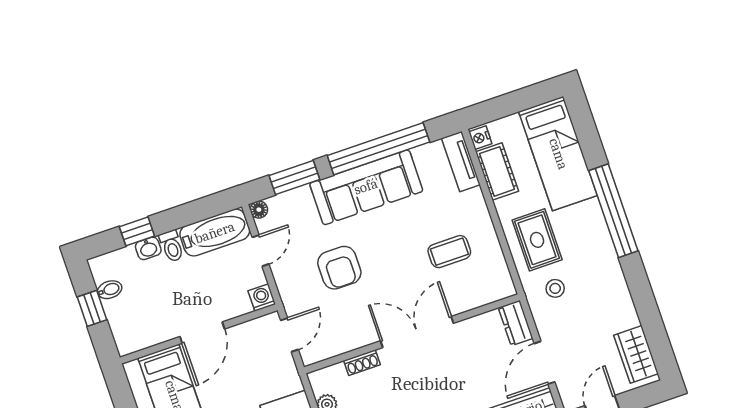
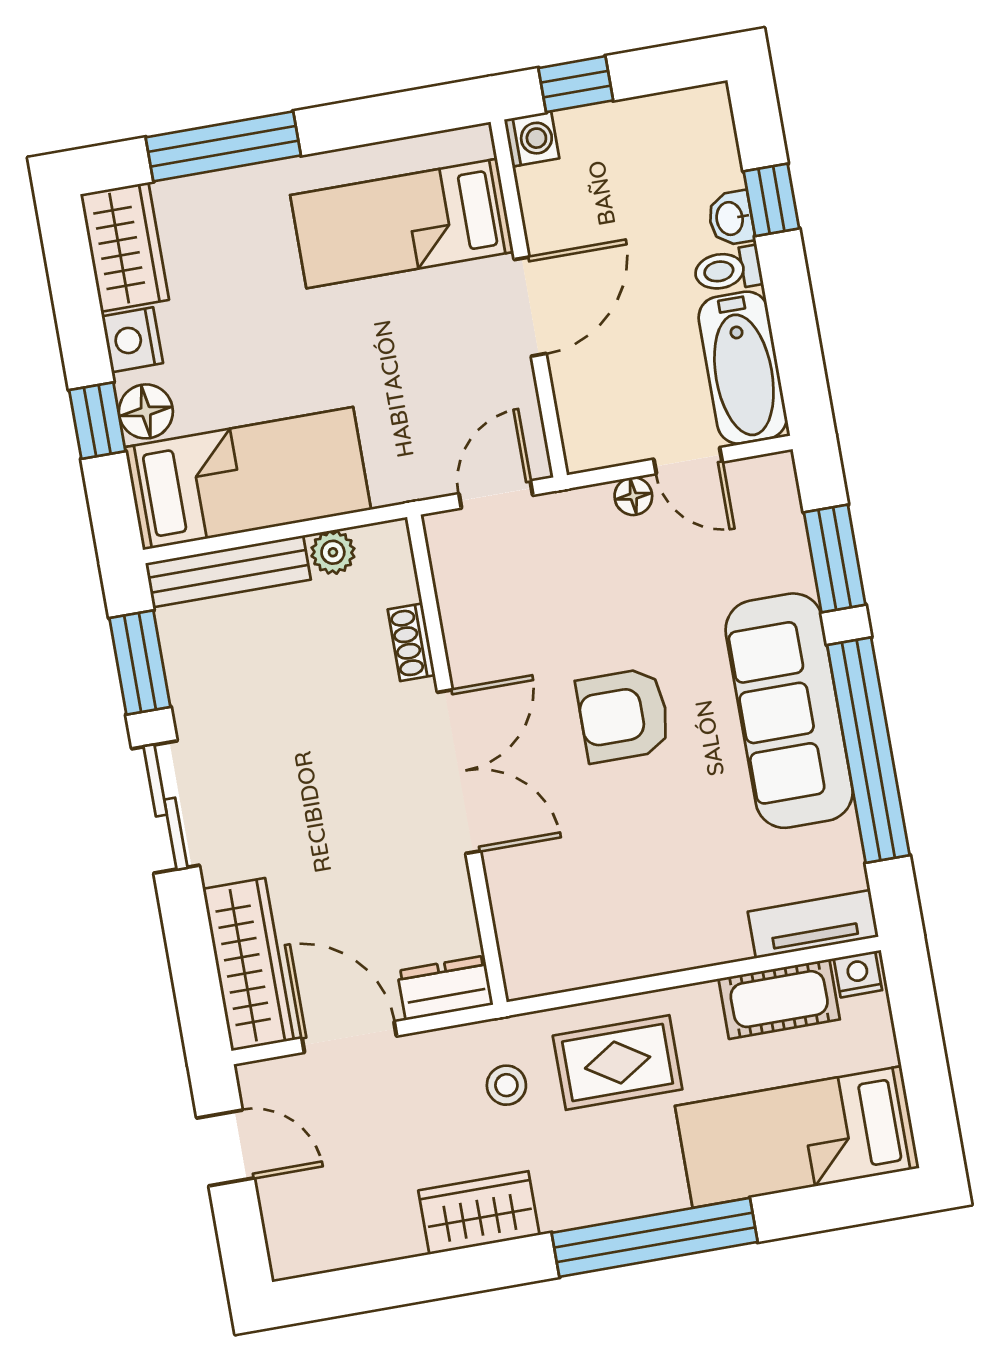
floor lamp: (259, 210) -> (633, 496), moved
coffee table: (449, 252) -> (622, 869), removed
armchair: (339, 268) -> (624, 715), moved
bidet: (110, 290) -> (655, 121), removed
washing machine: (262, 297) -> (532, 139), moved
window: (92, 308) -> (576, 84), moved
door: (202, 333) -> (530, 307), swing flipped
door: (289, 335) -> (496, 495), swing flipped
wardrobe: (636, 354) -> (479, 1213), moved

